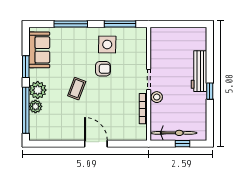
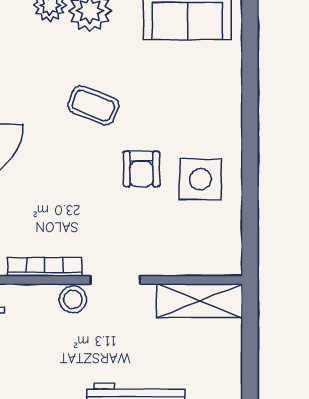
window: (71, 24) -> (250, 91), removed
window: (120, 24) -> (250, 210), removed
shelving: (157, 45) -> (200, 301), added

